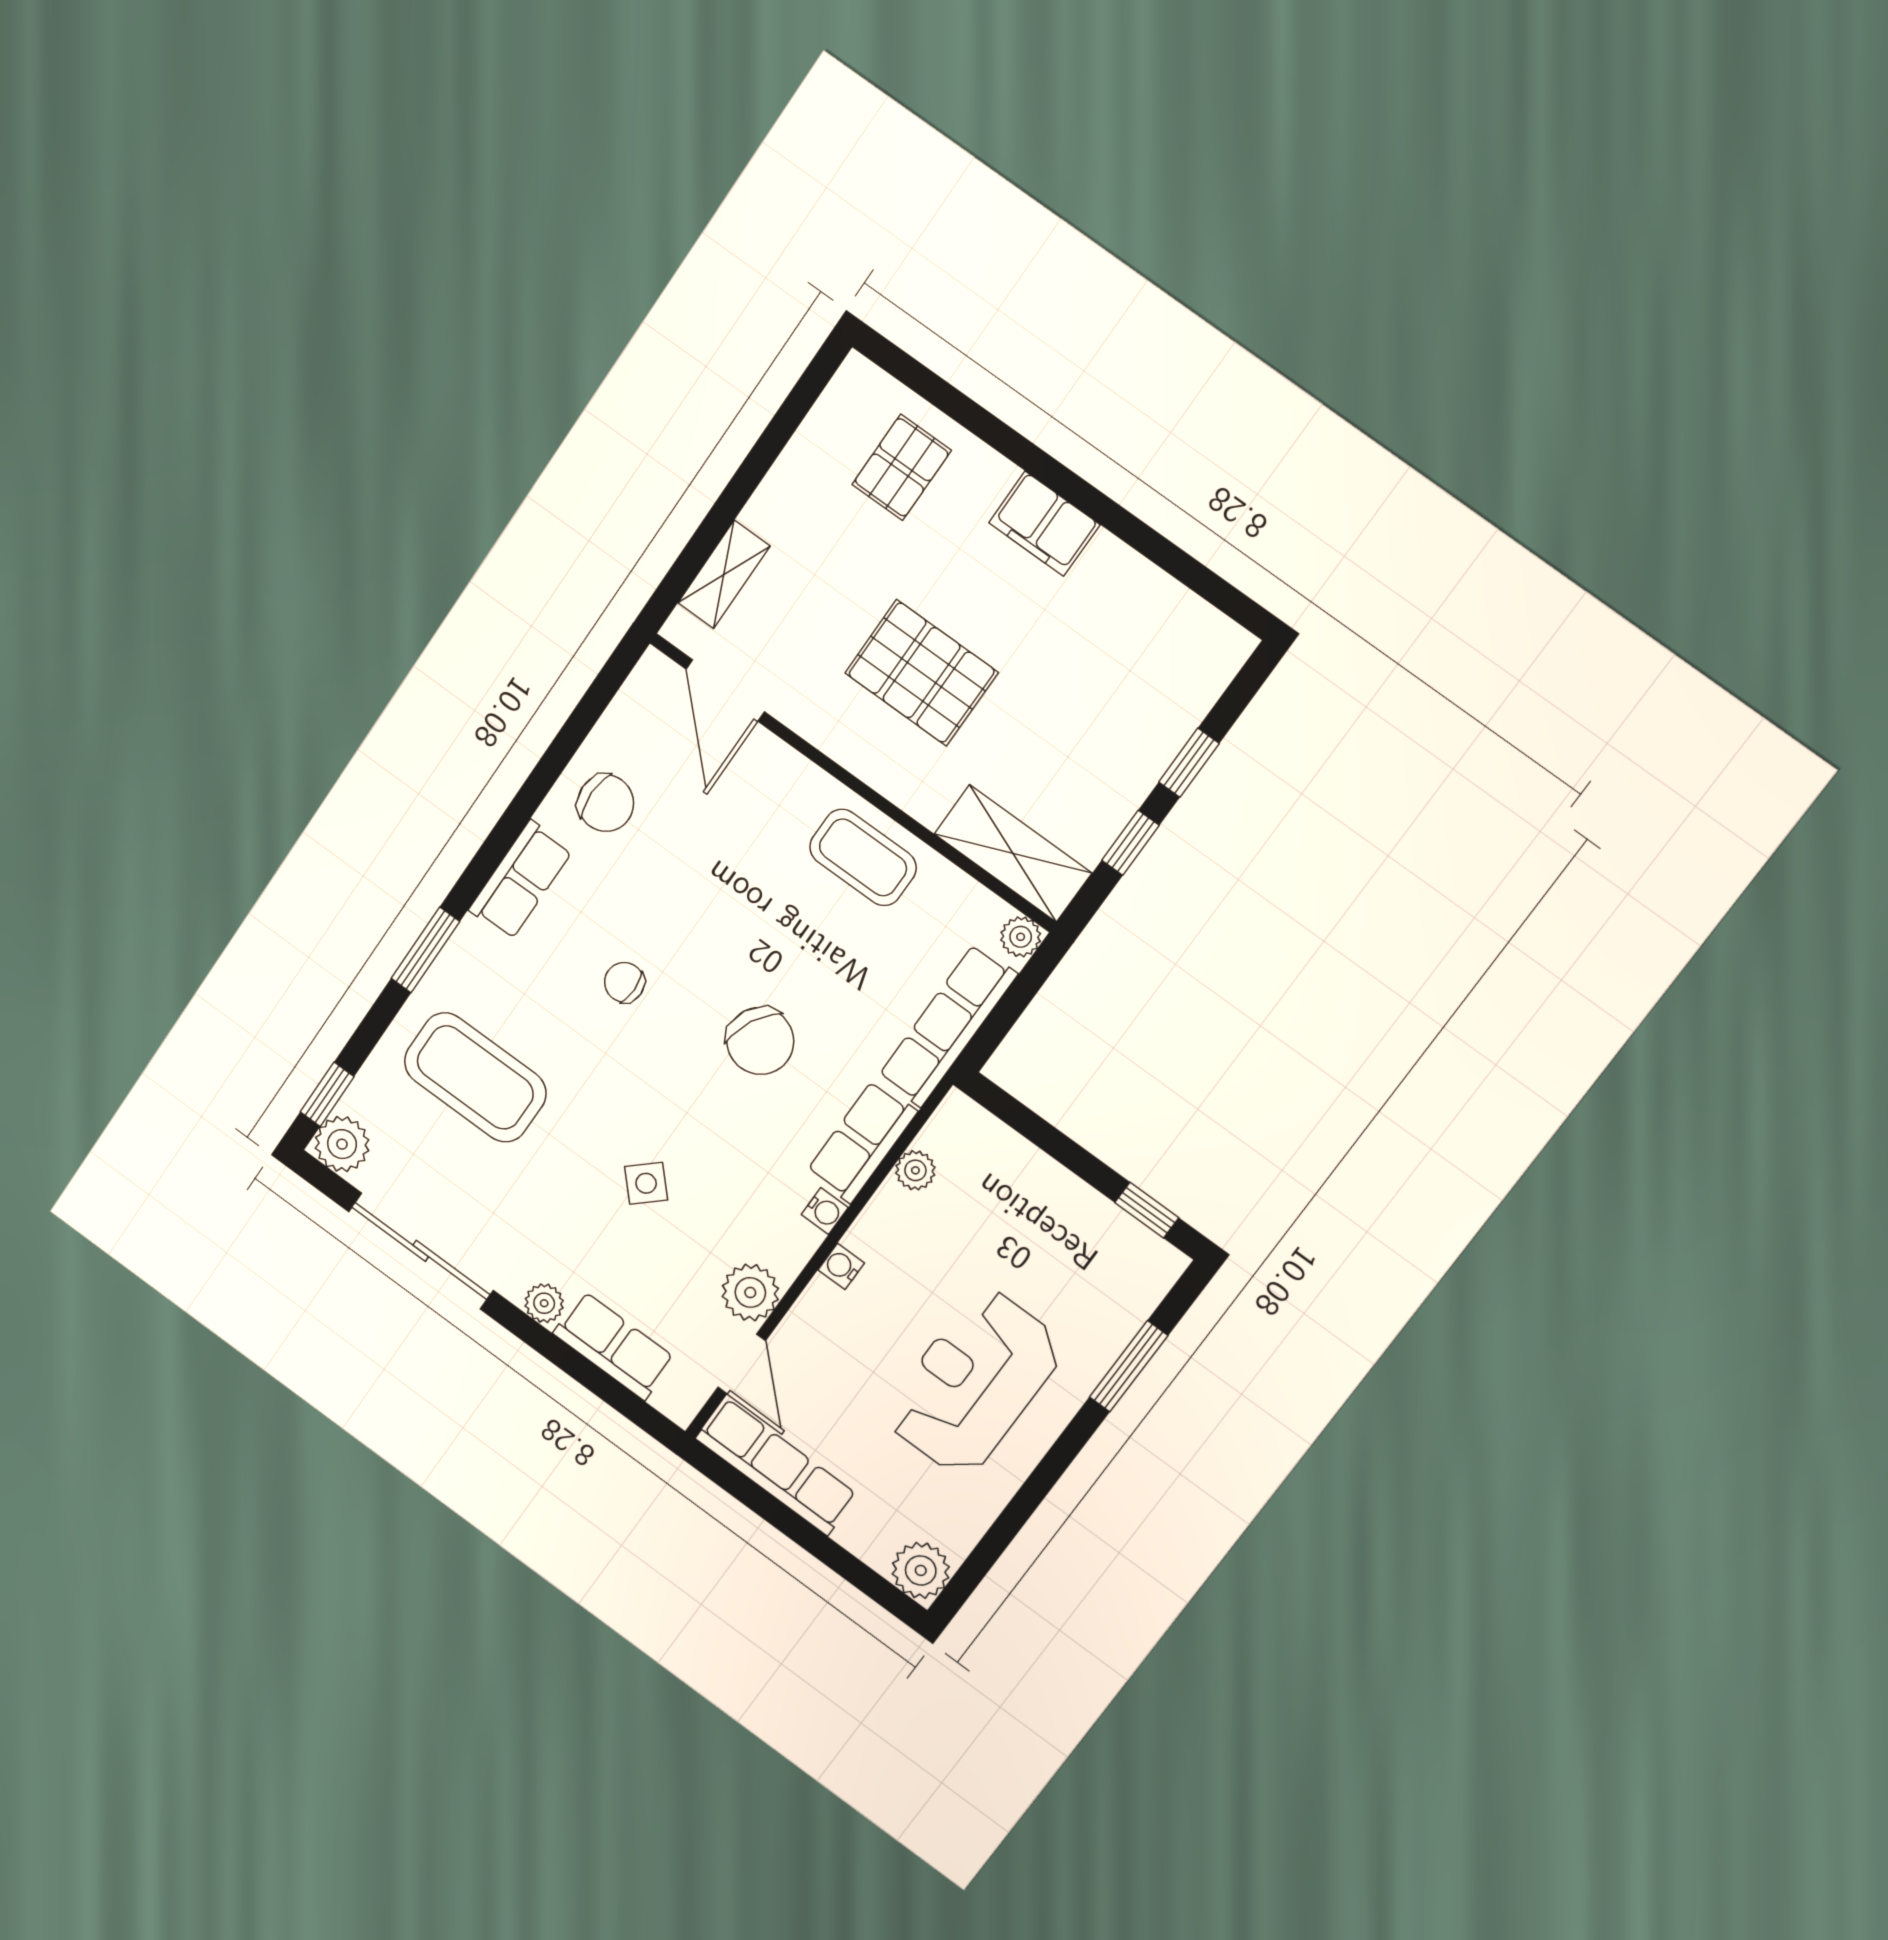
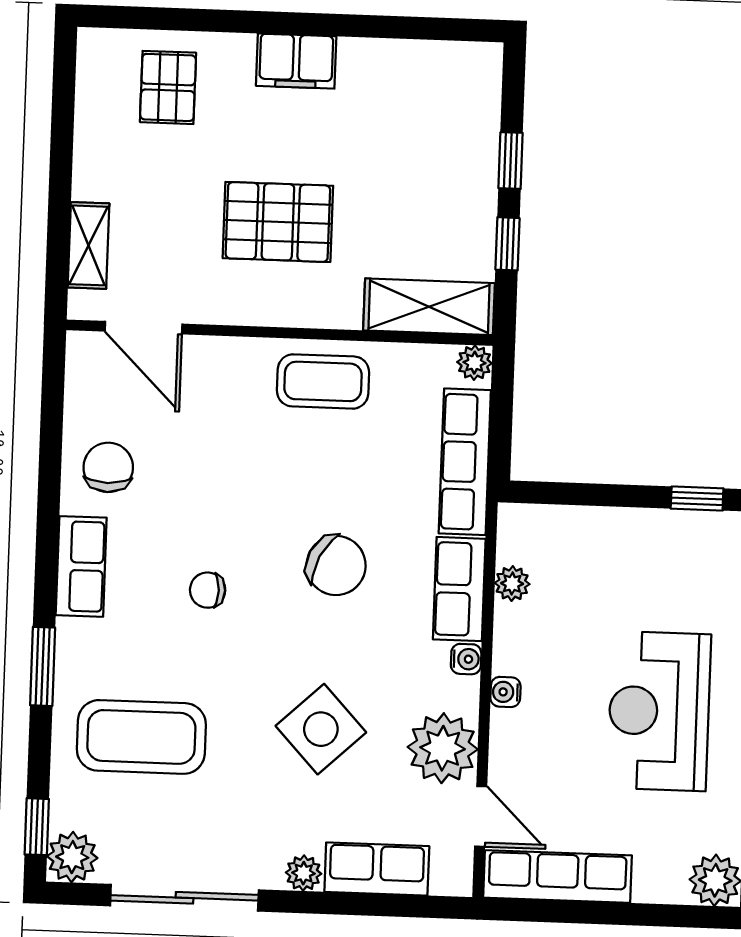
chair: (606, 803) -> (108, 467), turned -90
side table: (646, 1183) -> (321, 729), width x1.87, depth x1.87
plant: (750, 1292) -> (443, 748), width x1.36, depth x1.36

